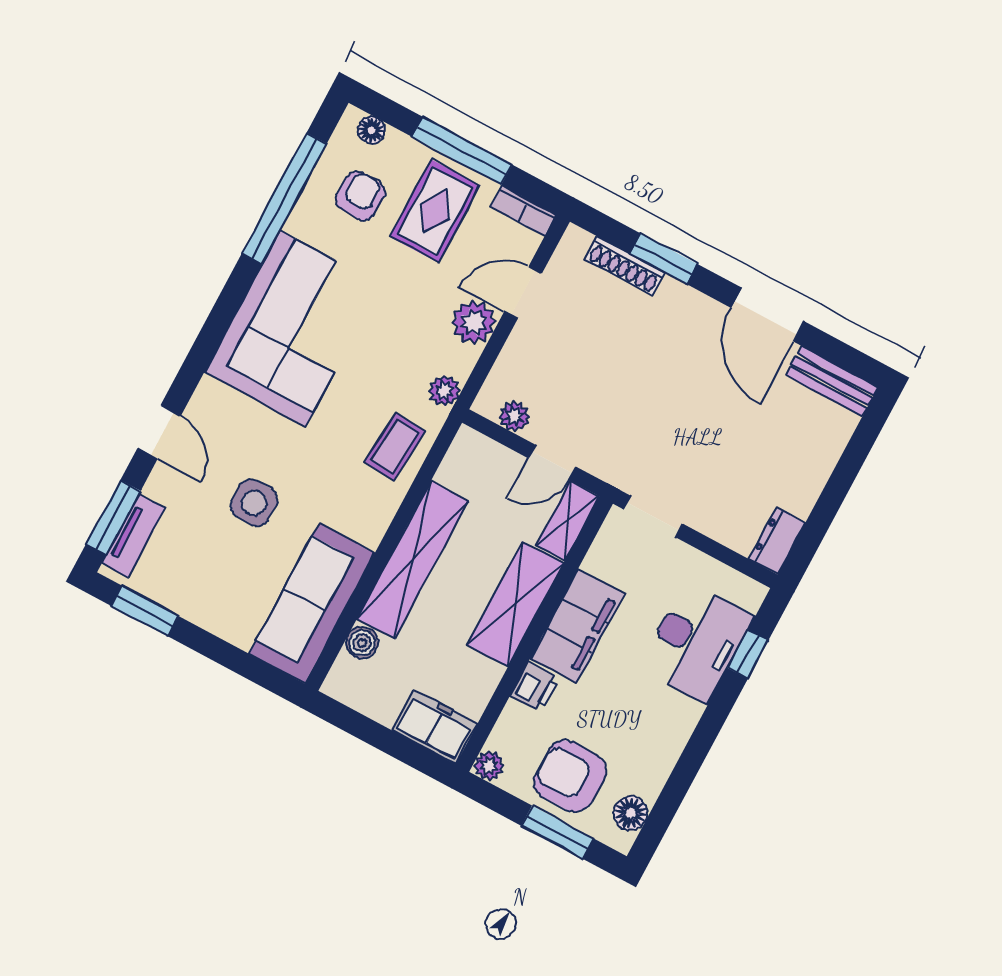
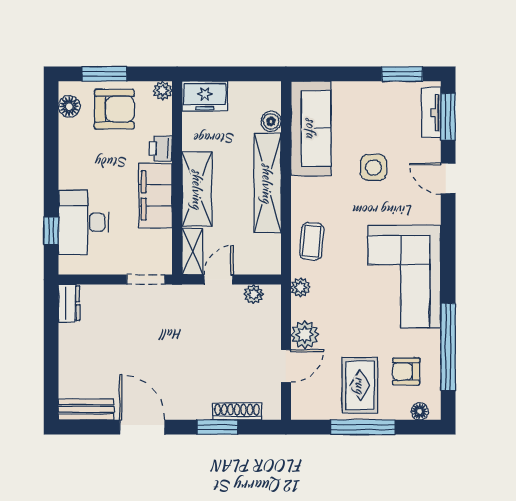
armchair: (360, 196) -> (406, 371), turned 88
bookcase: (523, 211) -> (310, 412), removed

